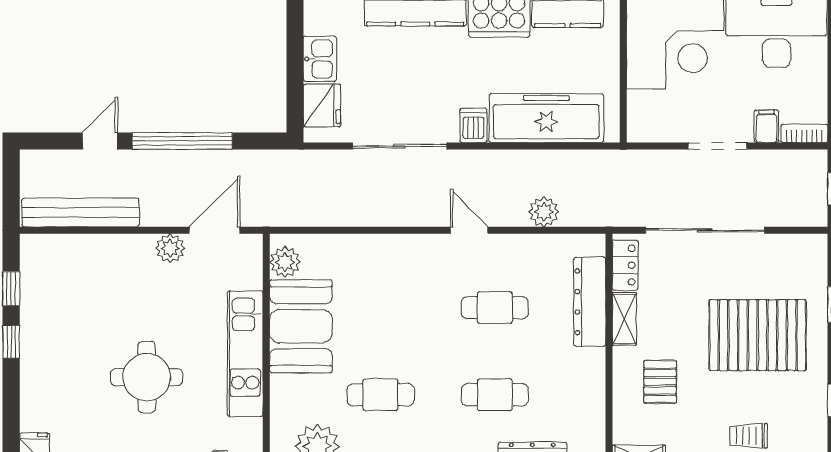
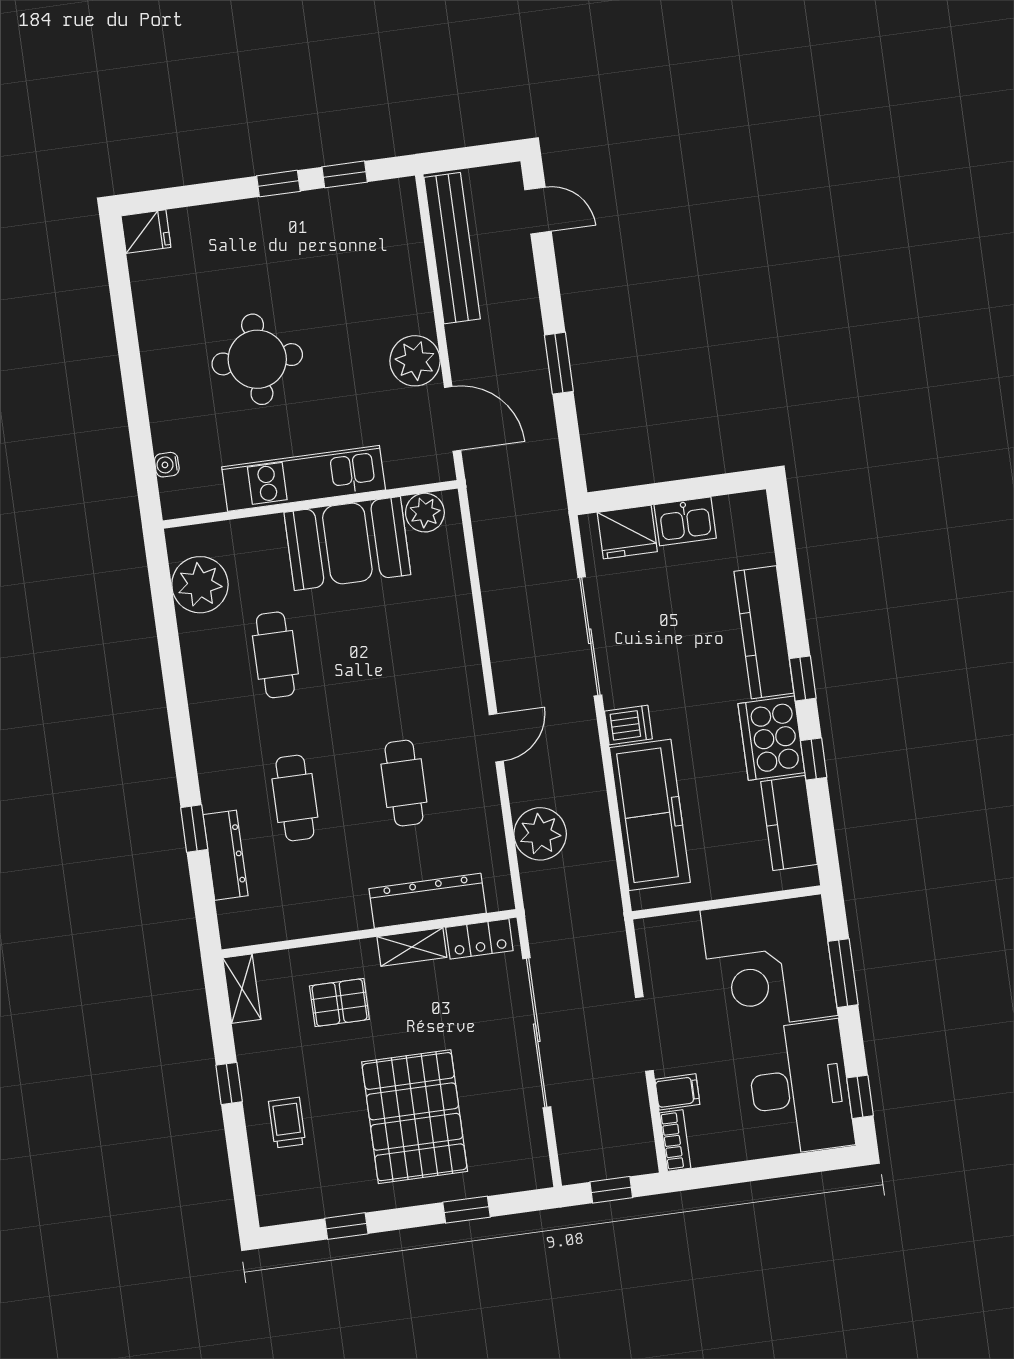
door: (100, 141) -> (538, 211), moved
window: (182, 141) -> (559, 363), width x0.47
plant: (544, 212) -> (540, 834), width x1.36, depth x1.36
plant: (170, 248) -> (415, 361), width x1.36, depth x1.36

